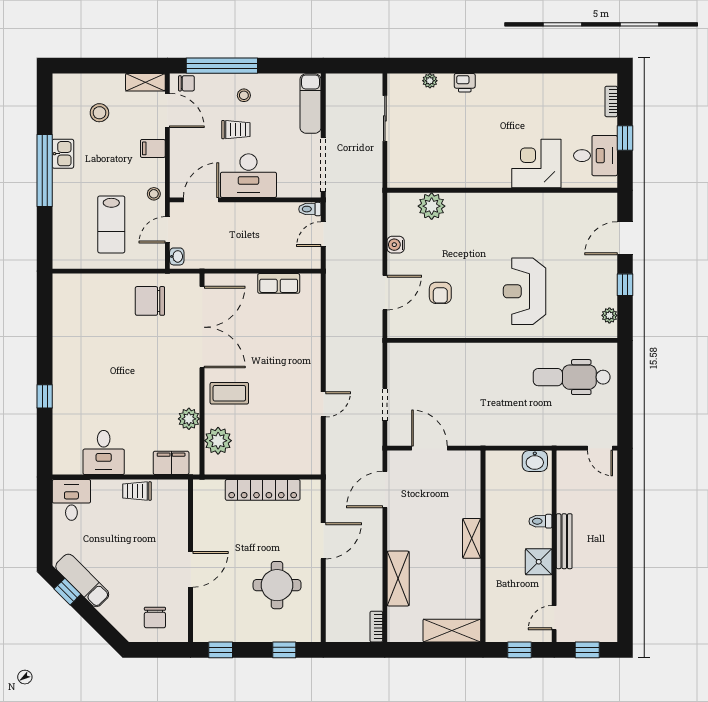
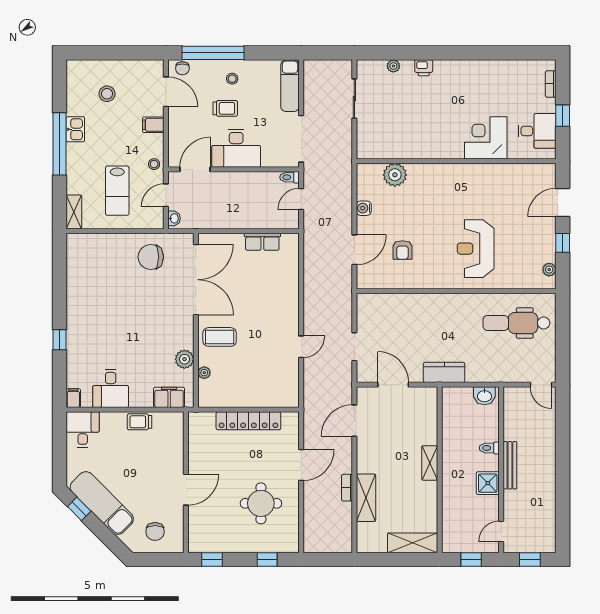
shelving: (145, 82) -> (74, 212), moved, turned 90
chair: (186, 83) -> (182, 68), turned 90
kitchen counter: (488, 434) -> (444, 372), added
plant: (218, 441) -> (204, 373), width x0.53, depth x0.53
filing cabinet: (61, 464) -> (73, 398), added
exam couch: (82, 580) -> (102, 503), width x1.36, depth x1.45
bookcase: (376, 627) -> (347, 488), moved

